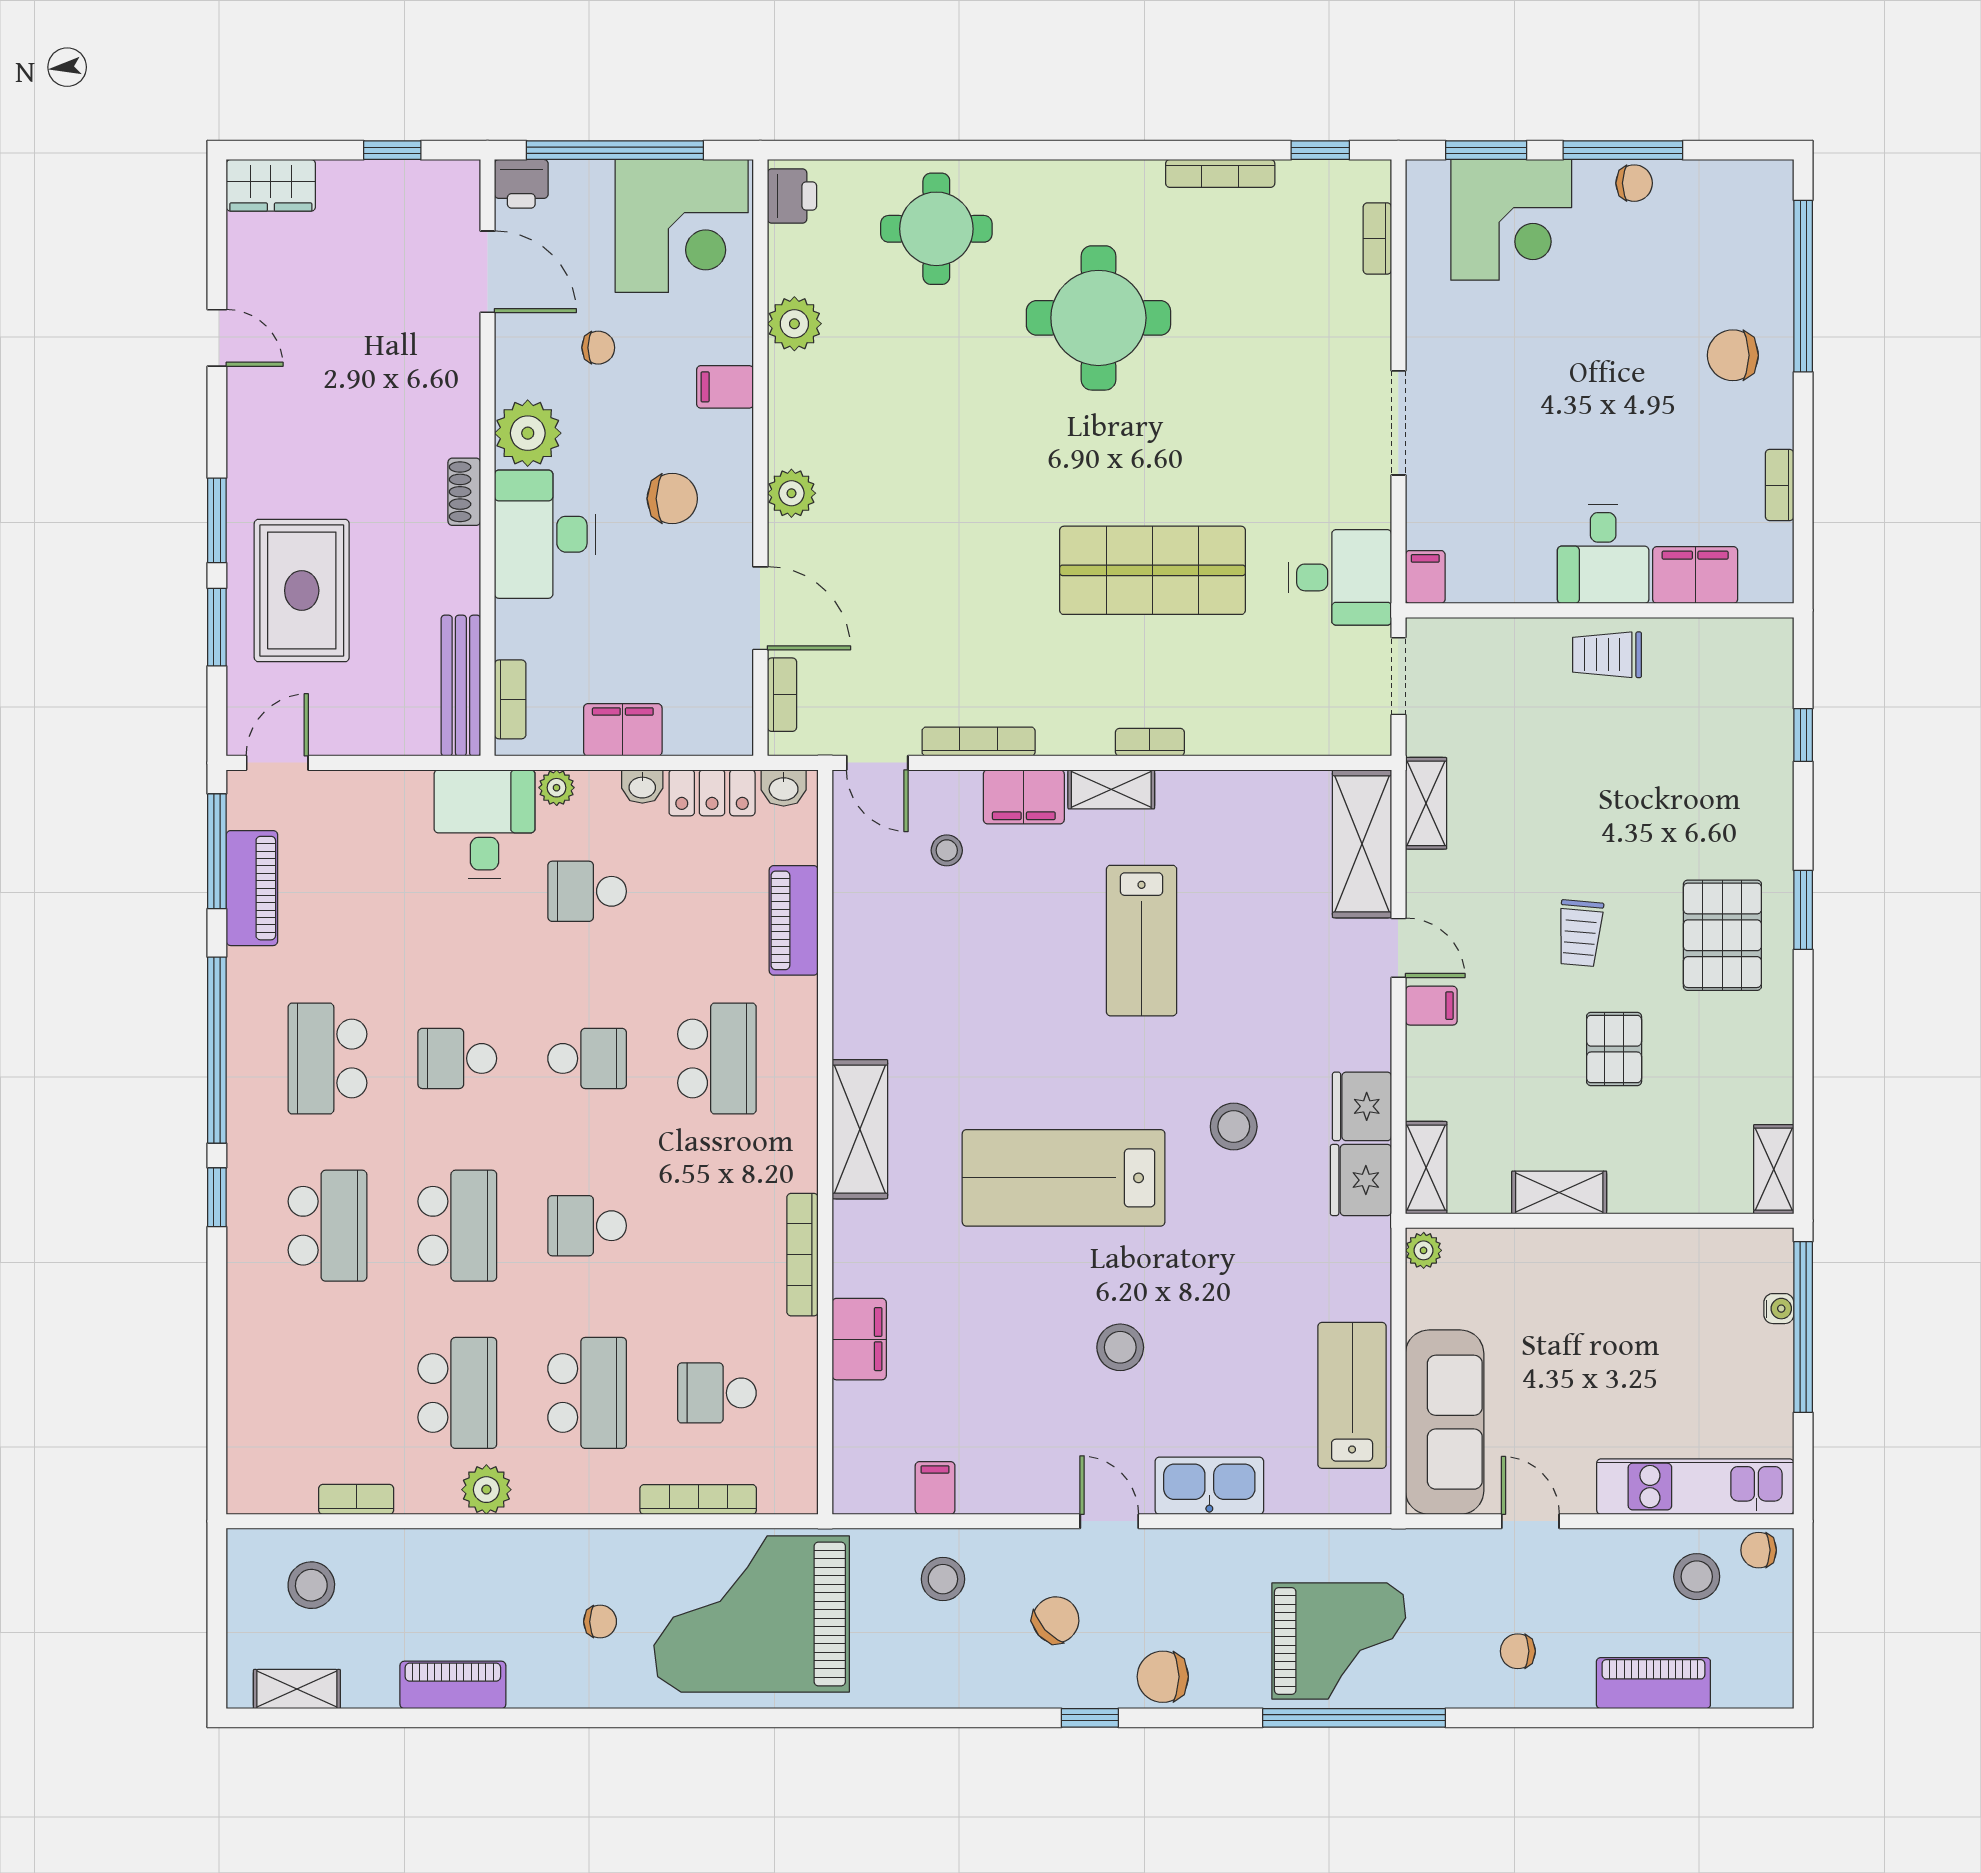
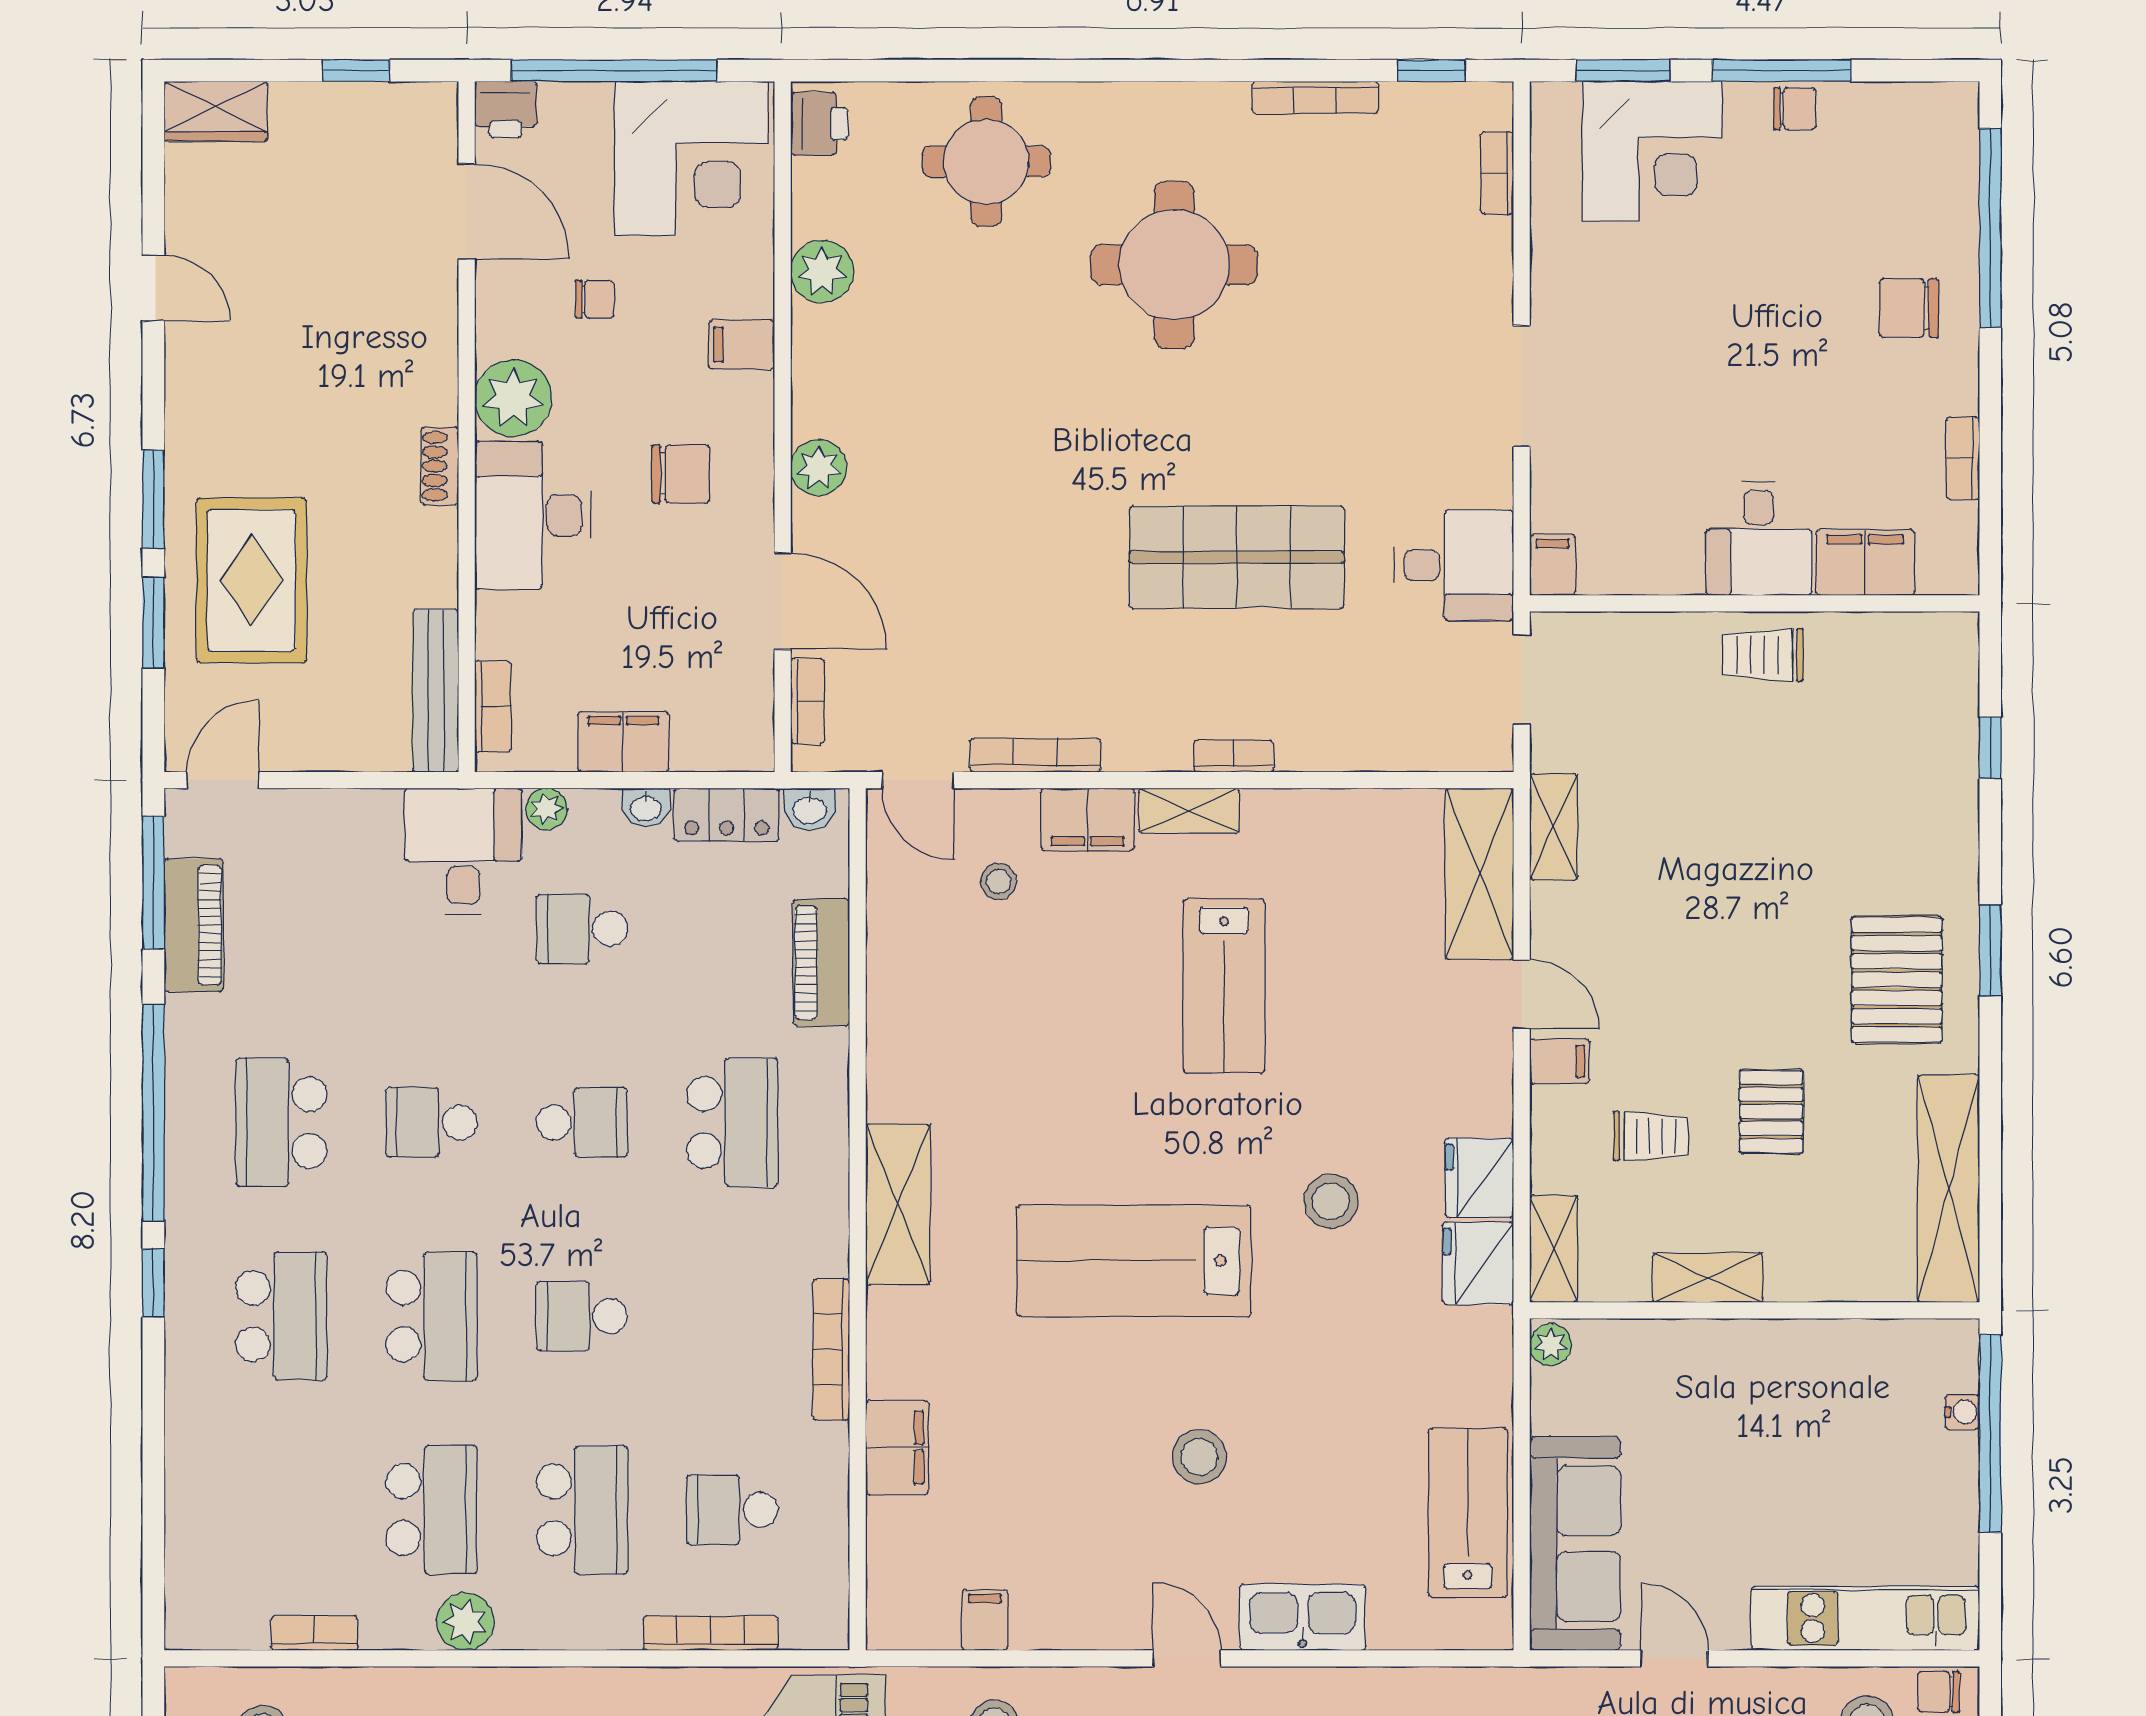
trolley: (1580, 933) -> (1651, 1136), moved, turned -95
shelving: (1774, 1169) -> (1949, 1189), width x2.20, depth x1.33

